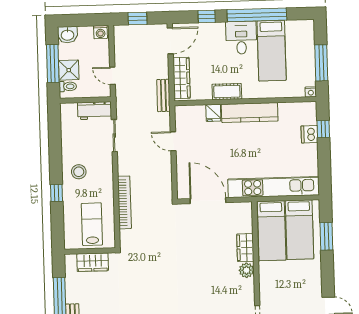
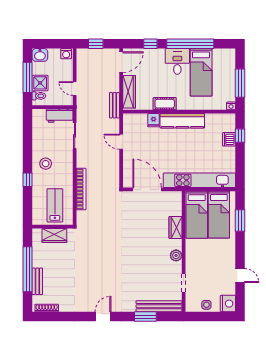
plant: (246, 270) -> (176, 255), moved

